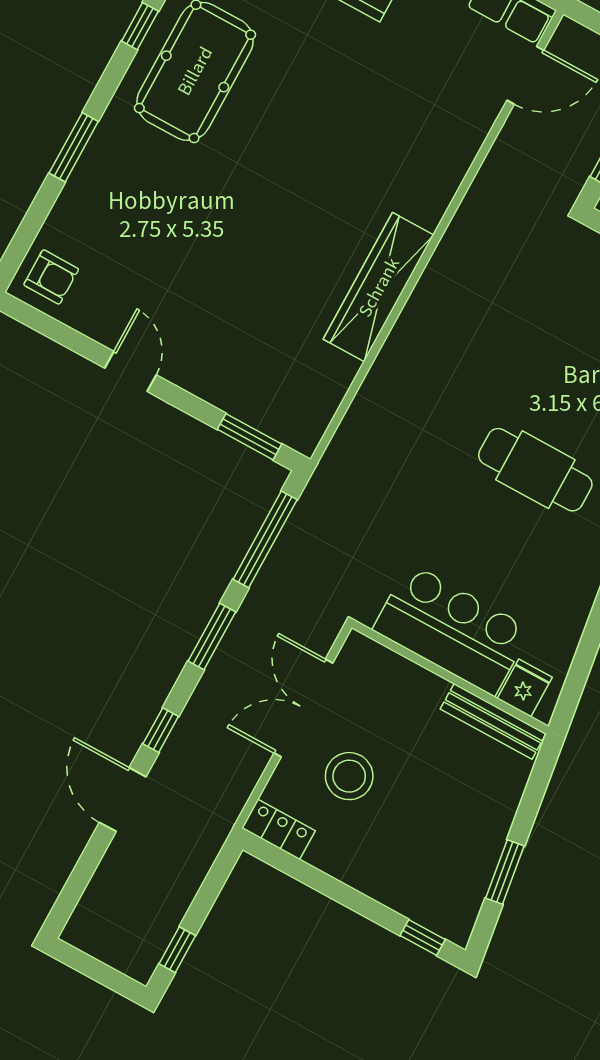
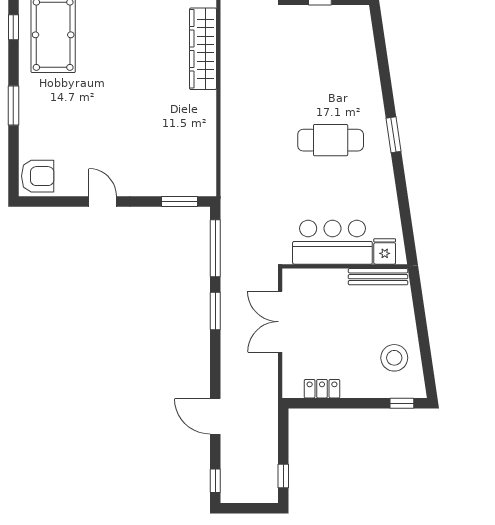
armchair: (51, 277) -> (38, 176), width x1.38, depth x1.38
wardrobe: (379, 287) -> (203, 49), moved
window: (161, 730) -> (215, 481), moved
stool: (349, 776) -> (394, 358), moved
locker: (278, 829) -> (322, 389), moved
window: (505, 872) -> (425, 348), removed

